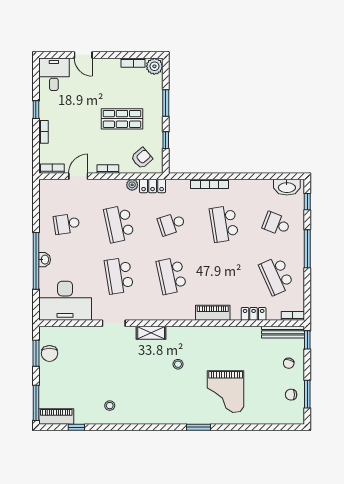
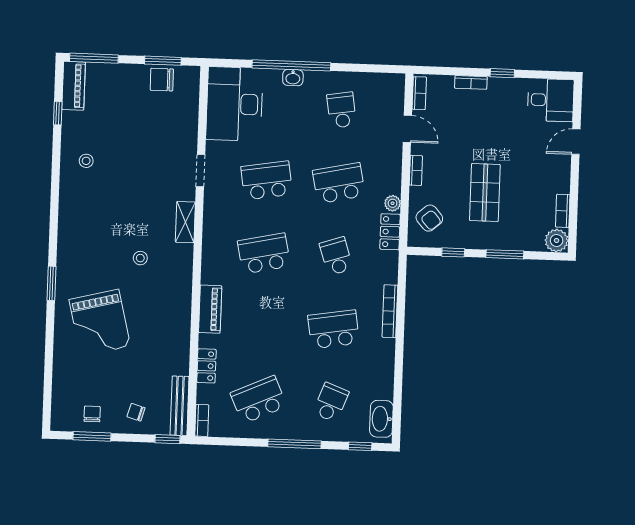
grand piano: (226, 392) -> (100, 323), turned -104

